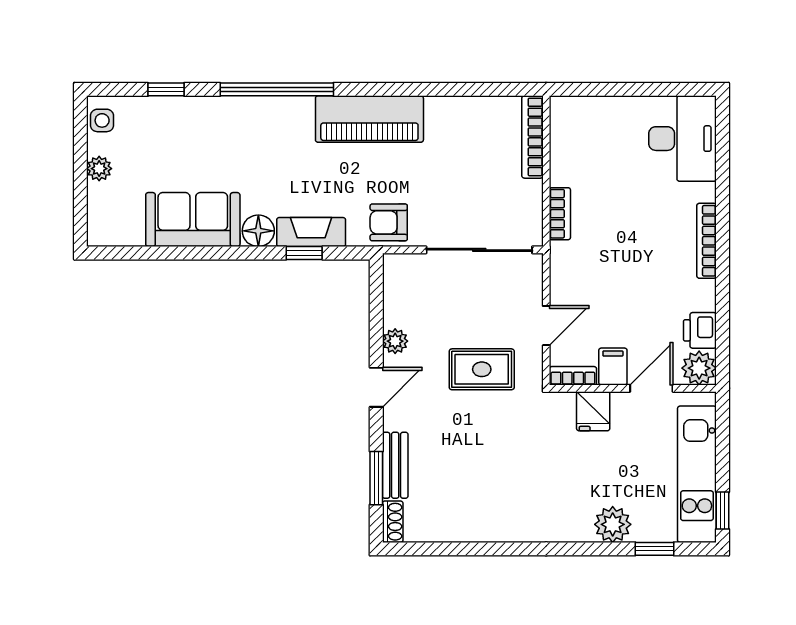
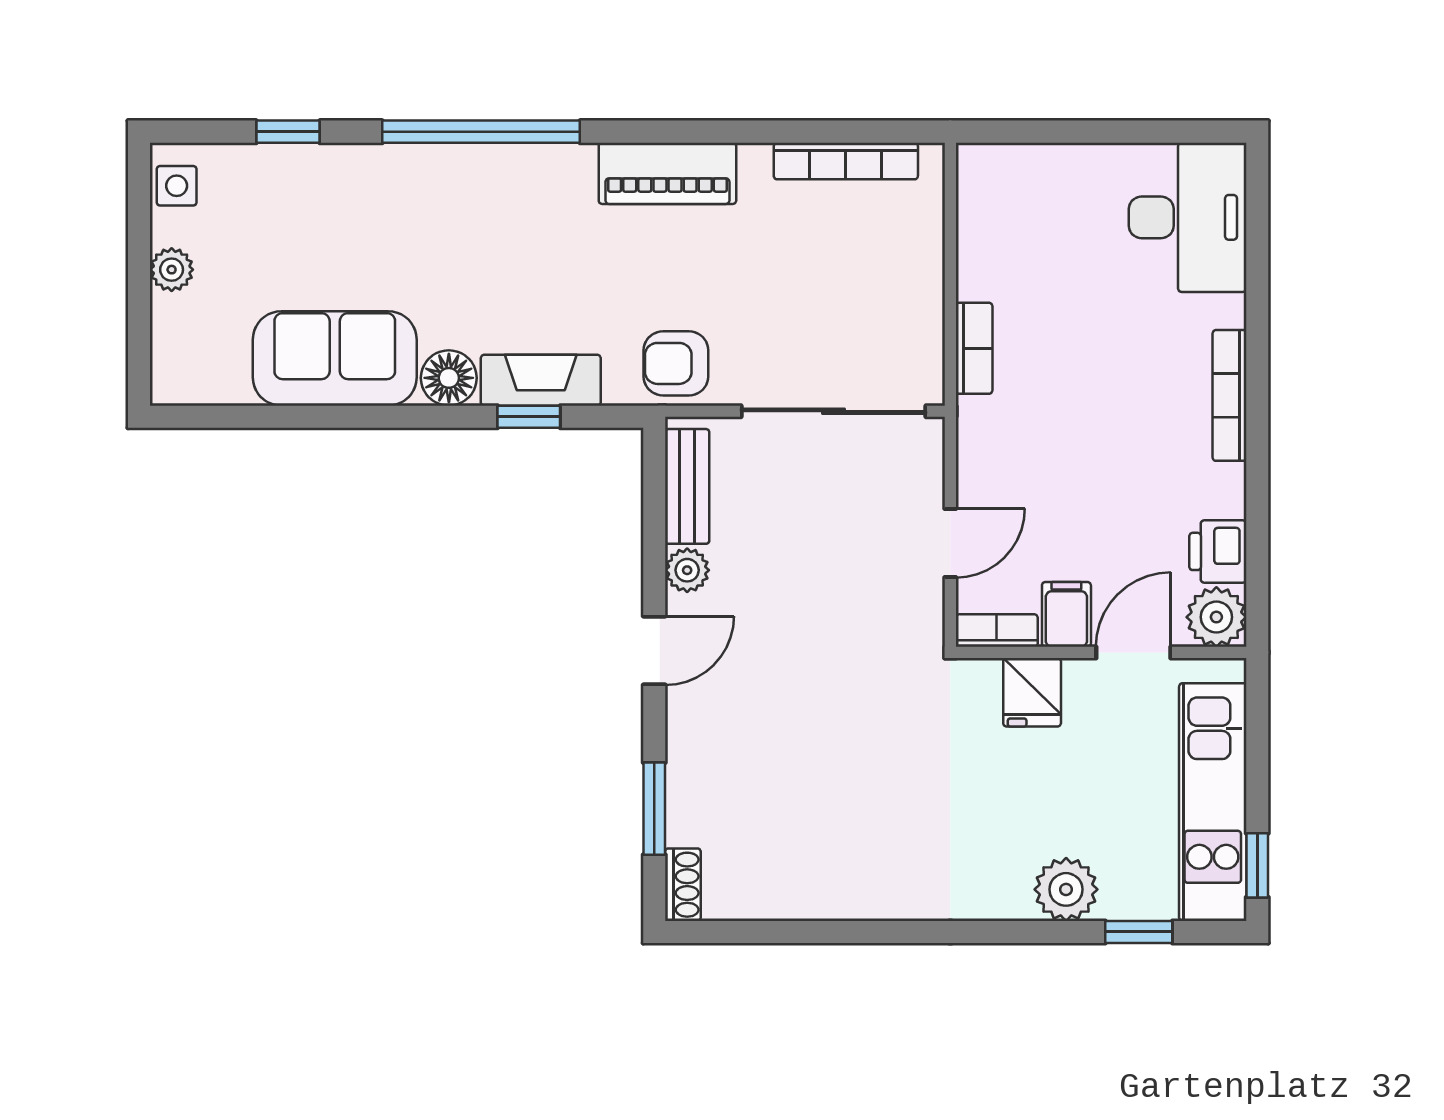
piano: (369, 119) -> (667, 173), width x0.73, depth x0.75
bookcase: (533, 137) -> (846, 161), moved, turned -90
rug: (482, 369) -> (838, 619), removed
bench: (395, 465) -> (687, 486), moved

